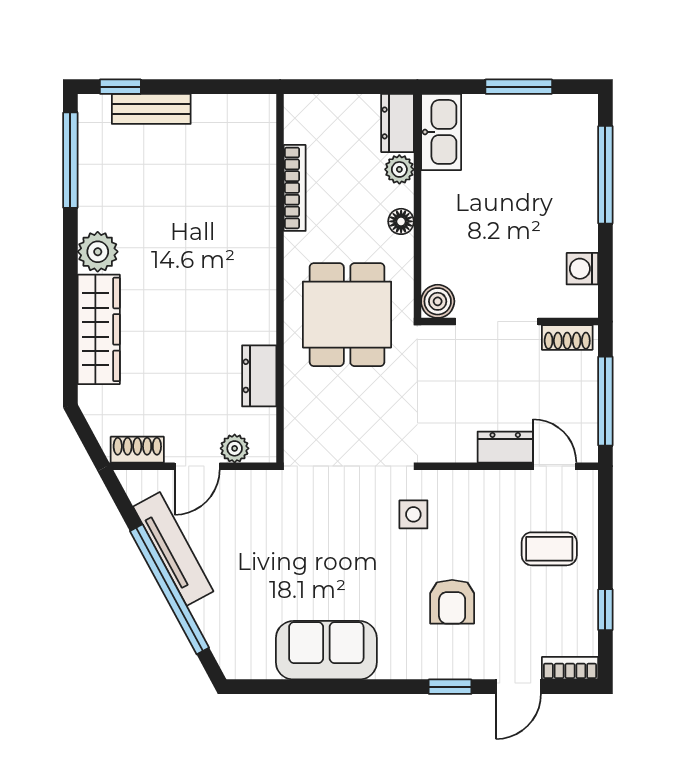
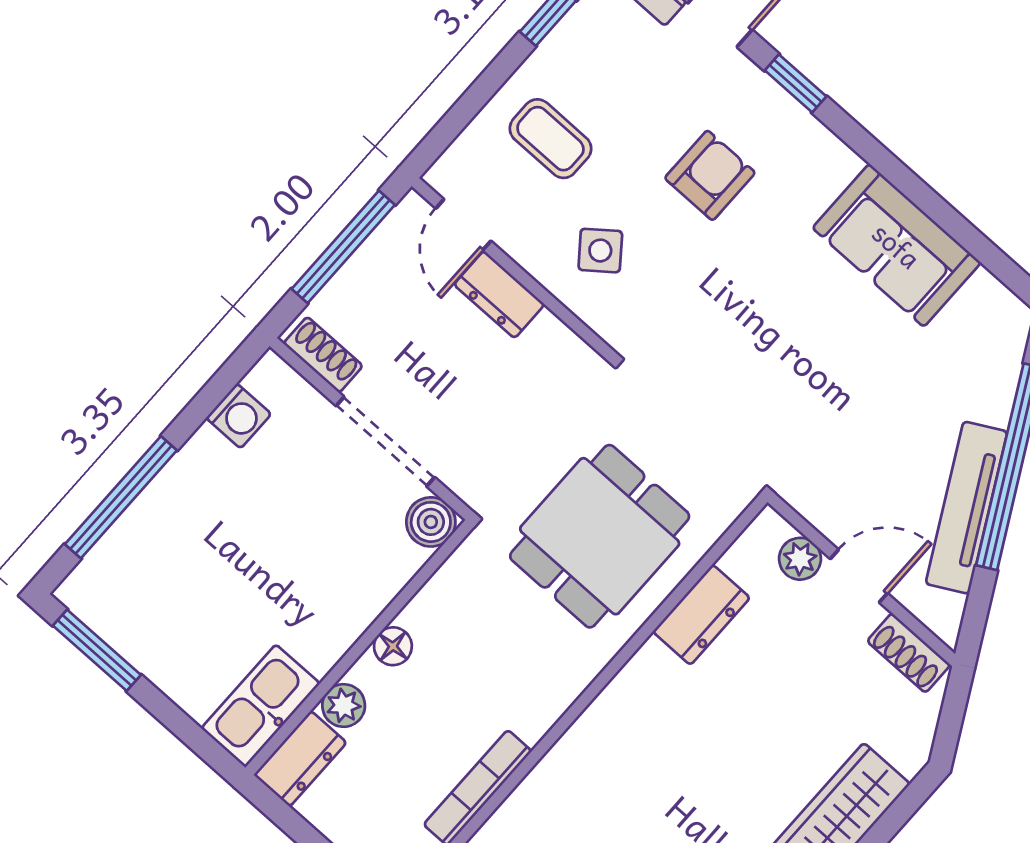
window: (519, 87) -> (97, 650), moved
dining table: (347, 315) -> (600, 536), moved
side table: (413, 514) -> (600, 251), moved, turned -38

